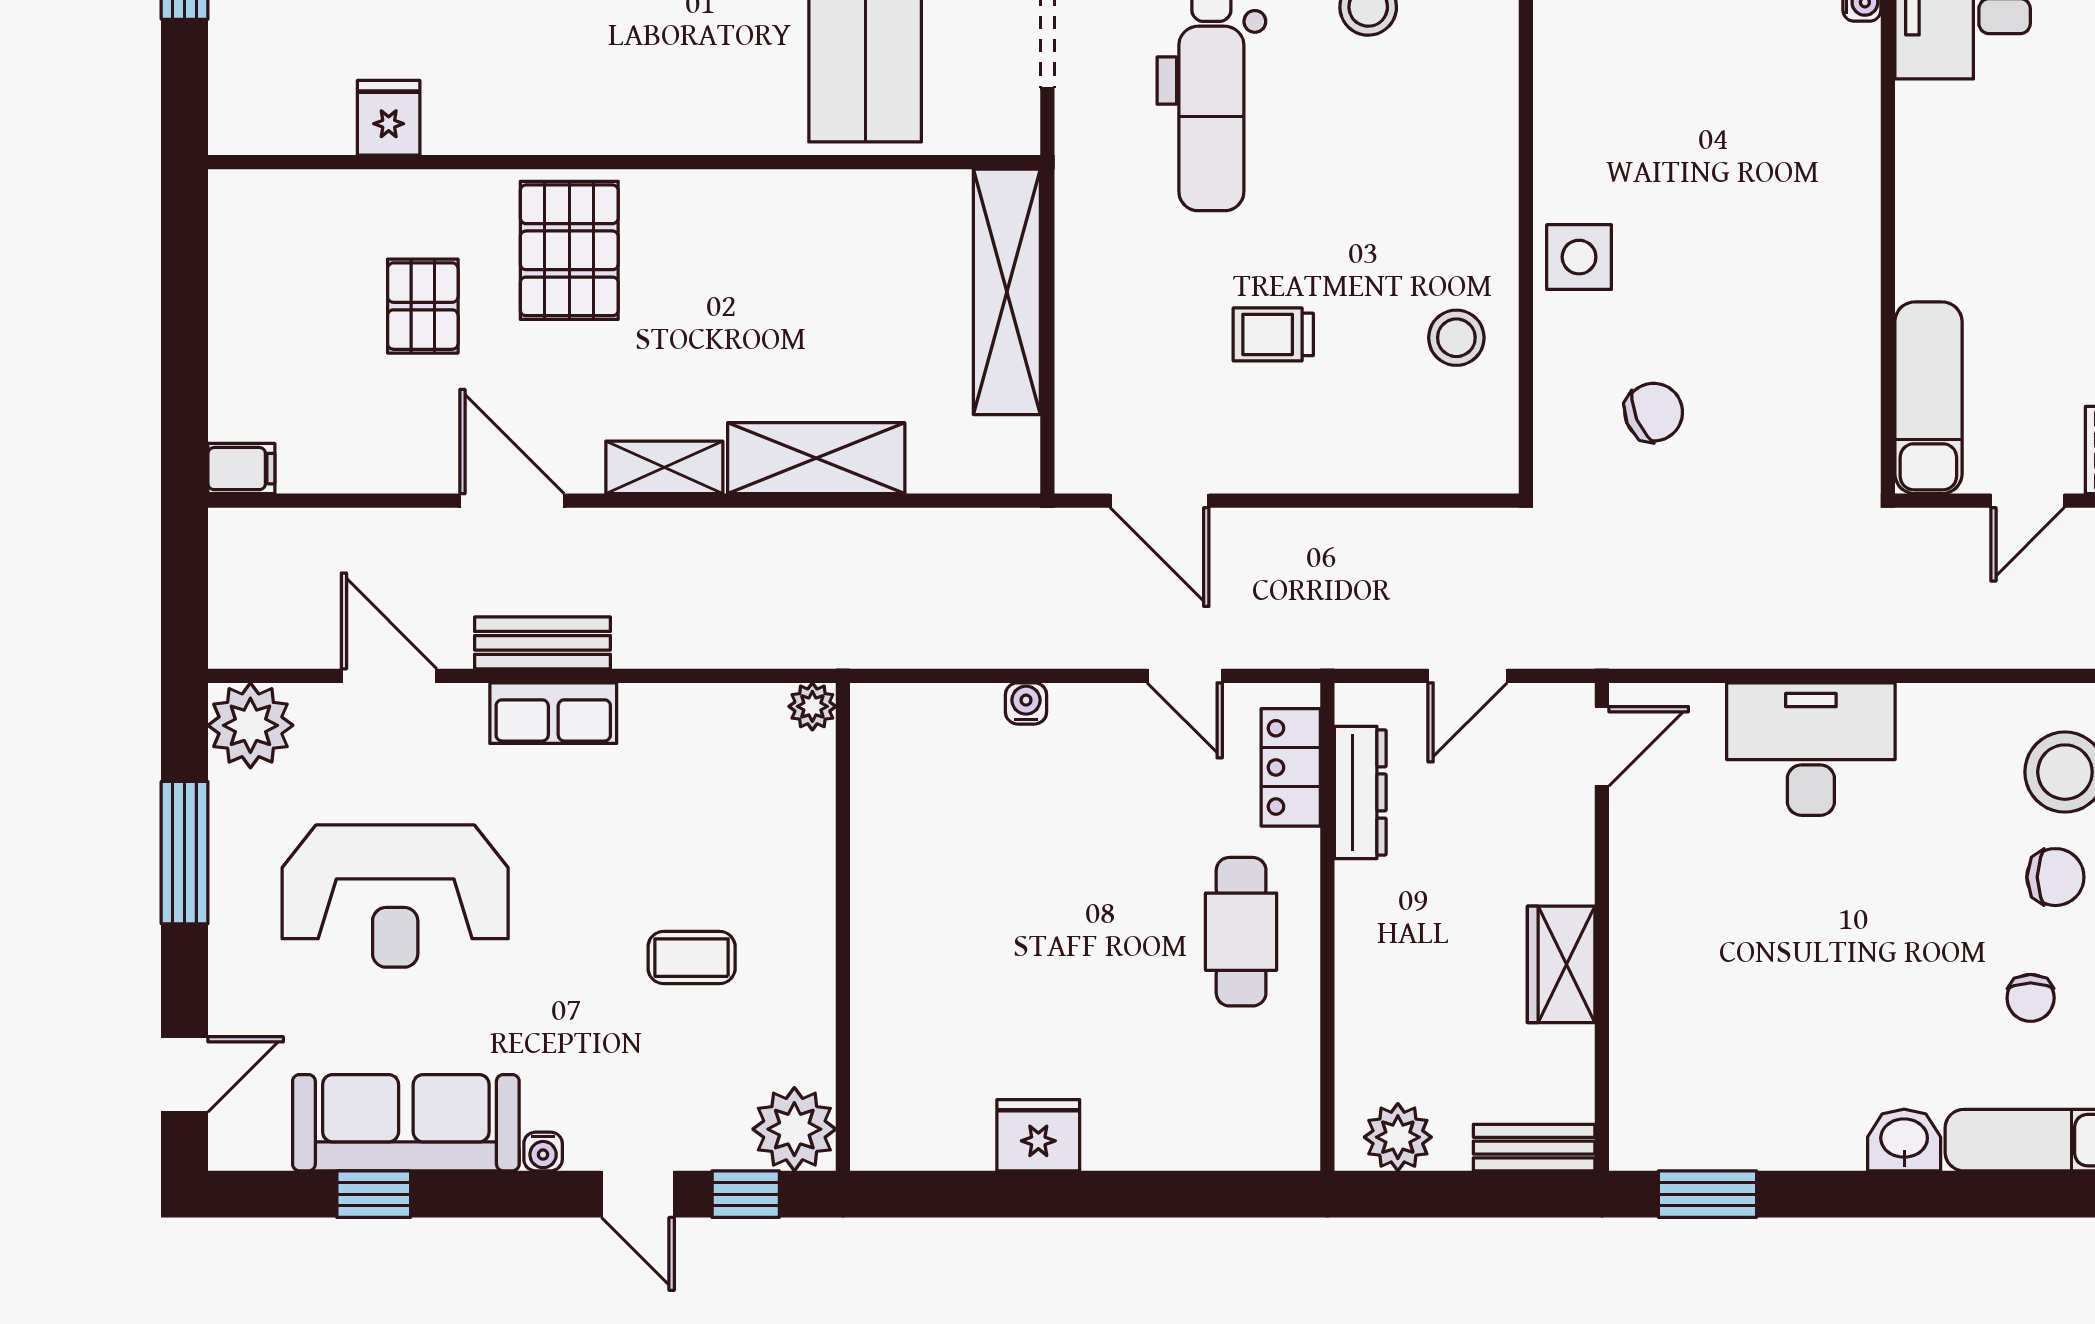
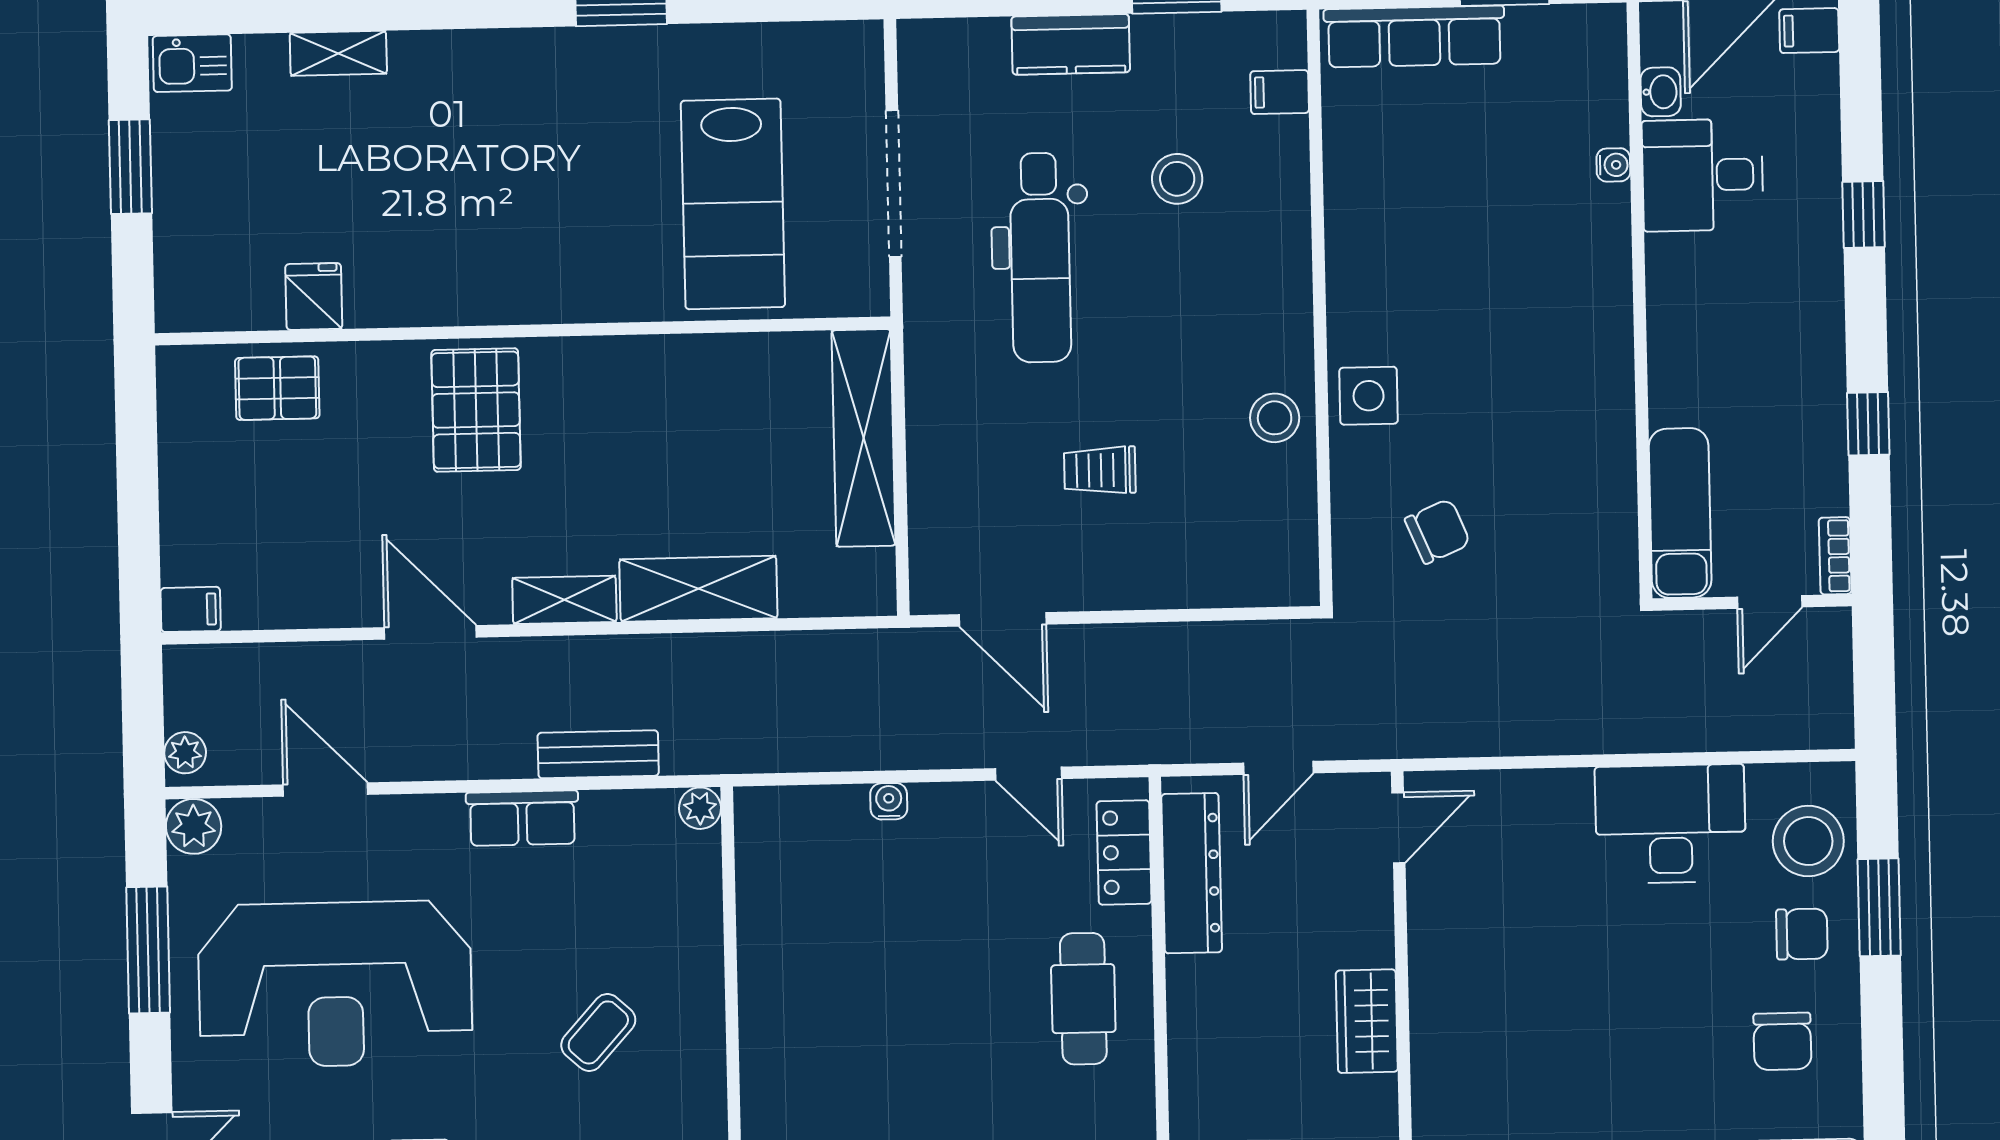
pallet: (423, 306) -> (277, 388), moved, turned 90
stool: (1456, 338) -> (1275, 418), moved
plant: (231, 630) -> (185, 753), added
bench: (543, 643) -> (598, 754), moved
row of seats: (553, 713) -> (522, 818), moved
plant: (250, 725) -> (194, 826), width x0.73, depth x0.73
desk: (1811, 749) -> (1670, 824), moved
dresser: (1360, 792) -> (1192, 873), width x1.37, depth x1.24
reception desk: (395, 896) -> (335, 984), width x1.36, depth x1.30
coffee table: (692, 958) -> (598, 1032), turned -48
chair: (2031, 998) -> (1782, 1041), width x1.37, depth x1.37

